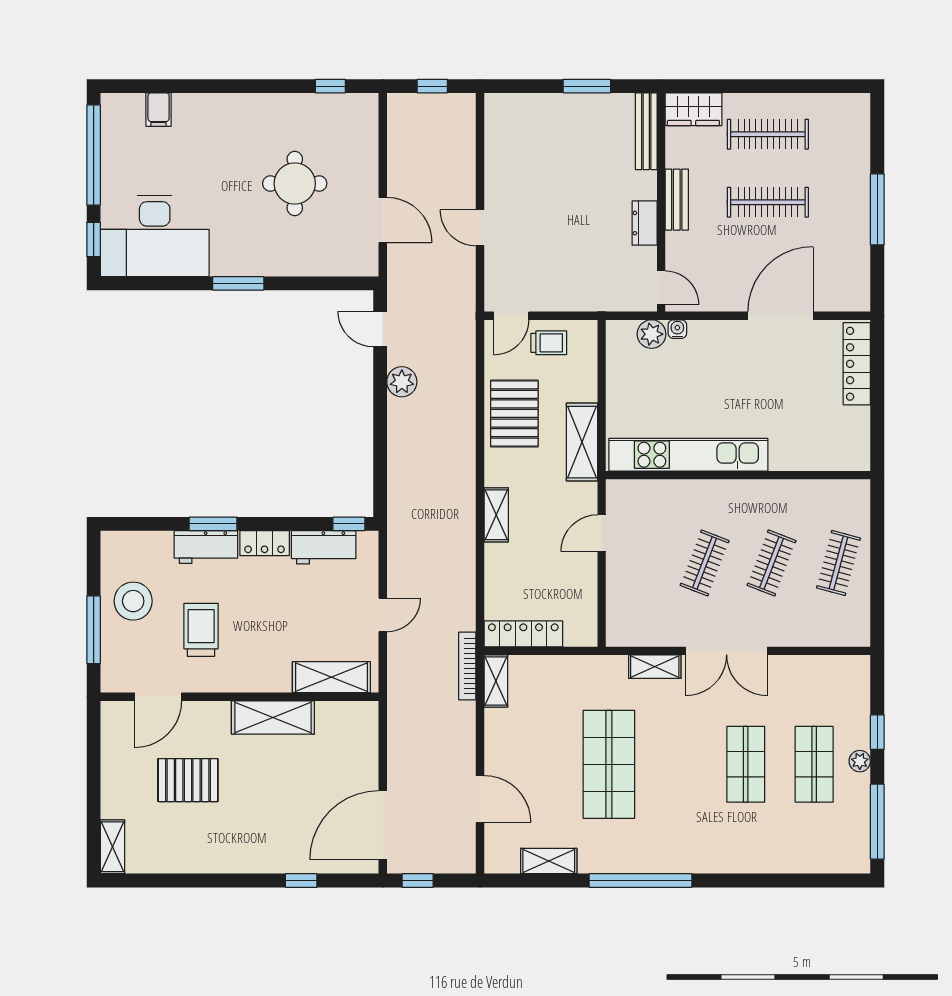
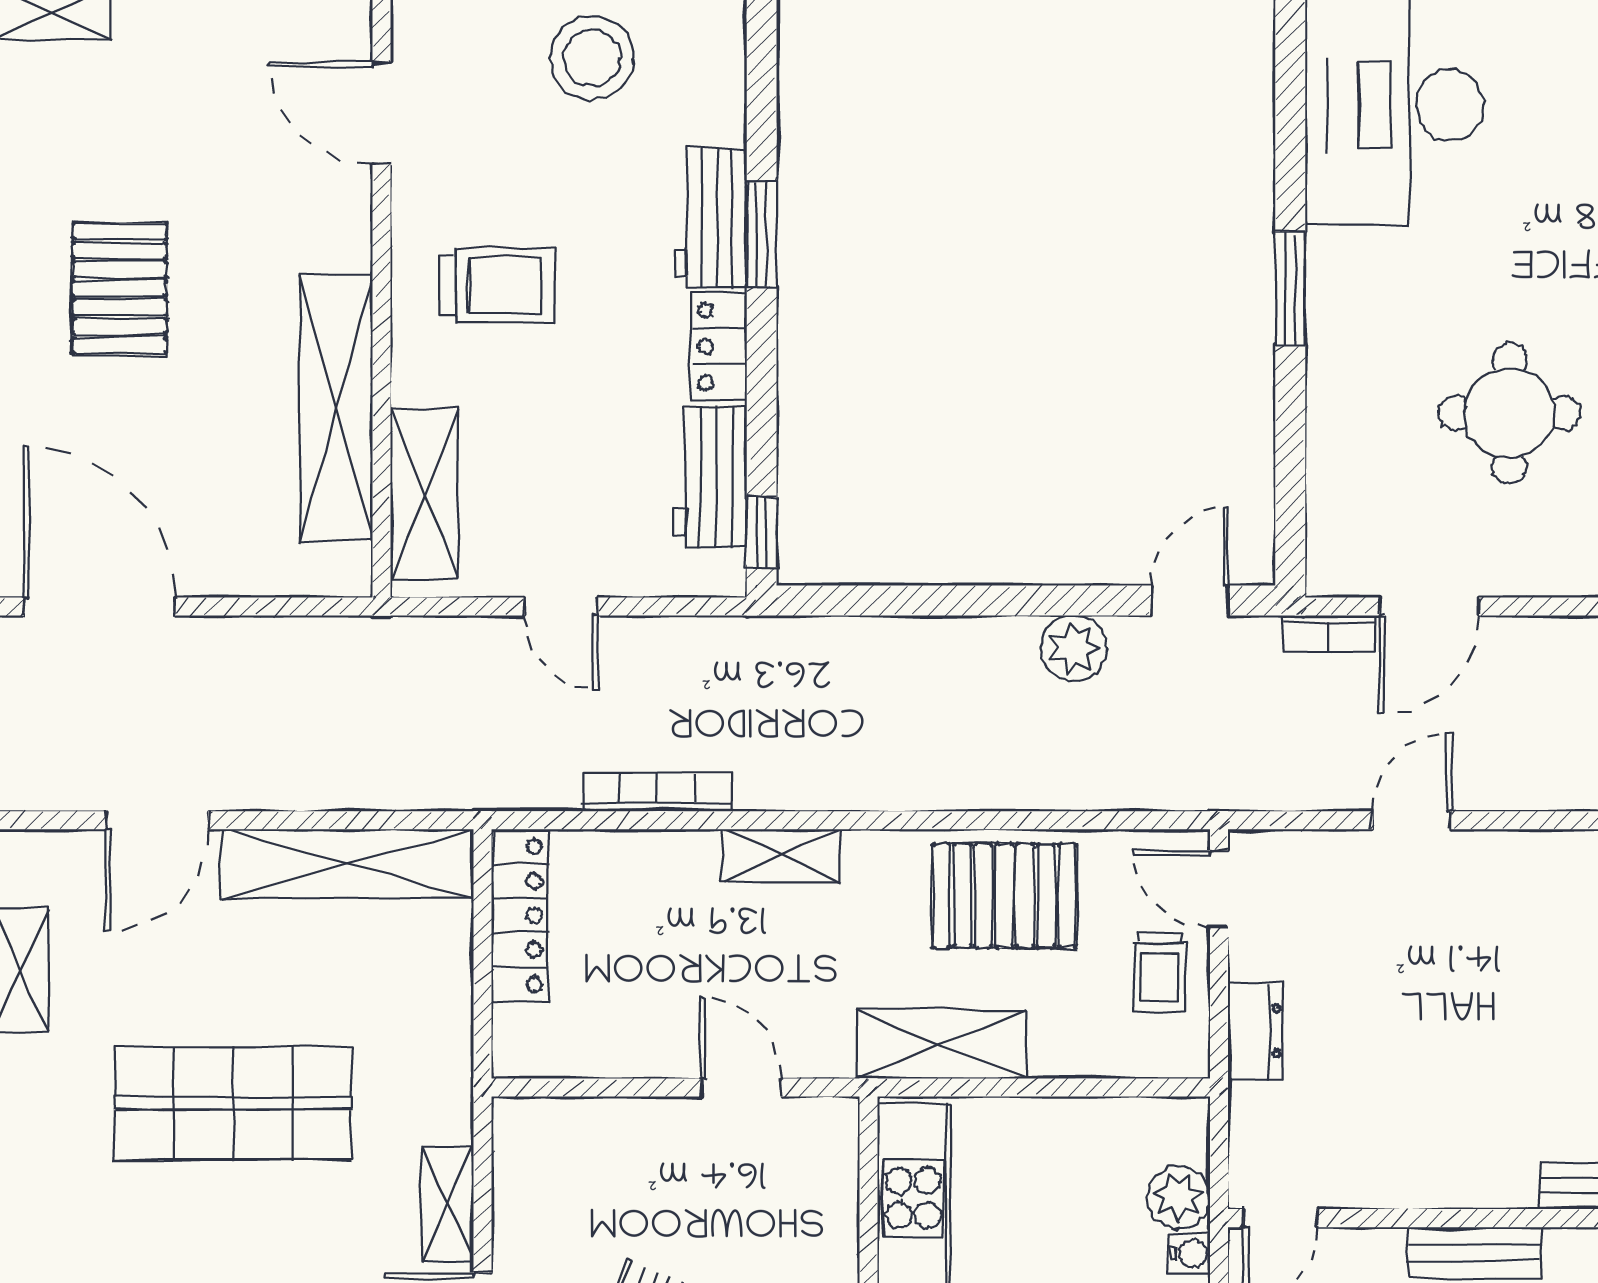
dresser: (645, 223) -> (1255, 1031), moved, turned 90
bookcase: (395, 265) -> (1330, 634), added
trolley: (201, 630) -> (497, 286), moved
bookcase: (467, 666) -> (657, 792), moved
shelving: (496, 681) -> (347, 864), width x2.20, depth x1.33
shelving: (273, 717) -> (336, 408), width x1.47
pallet: (188, 780) -> (120, 288), moved

